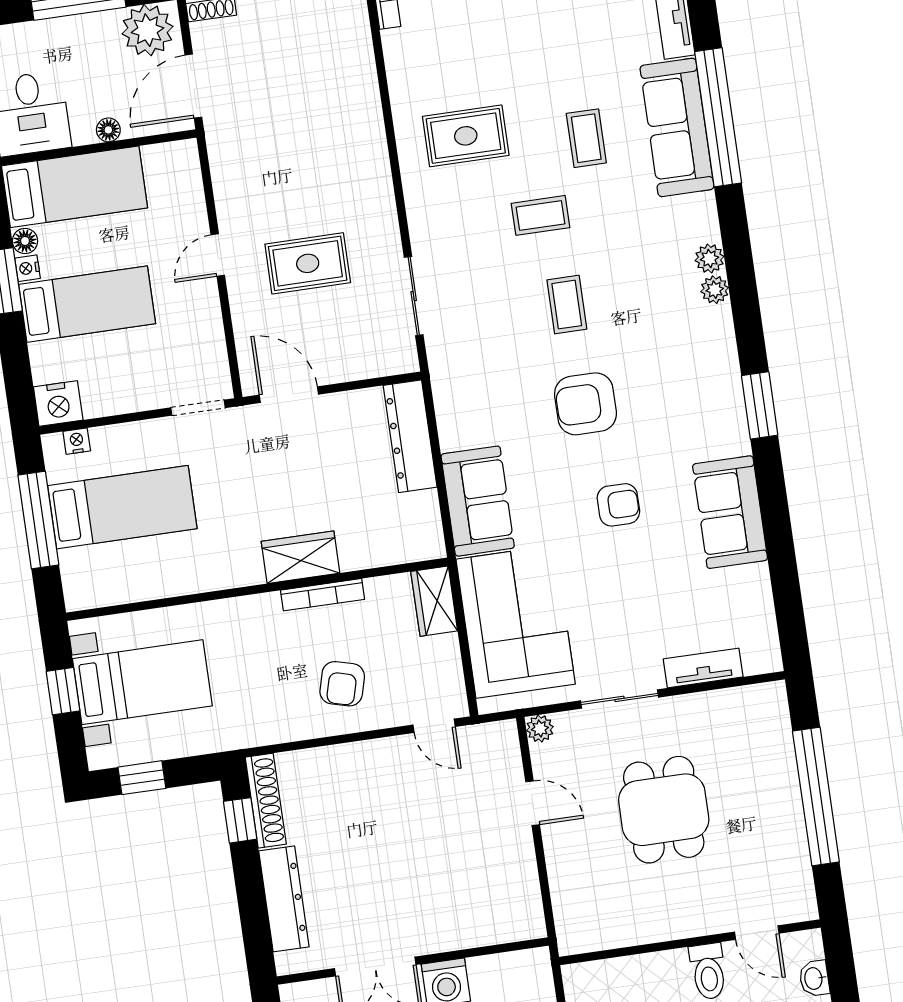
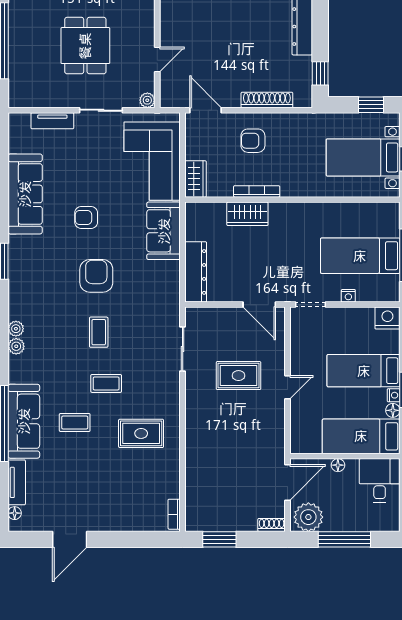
coffee table: (586, 138) -> (75, 422), turned 90
armchair: (585, 404) -> (96, 276), turned -90
nightstand: (77, 441) -> (348, 296), moved
sofa: (730, 512) -> (25, 194), width x1.36
wardrobe: (300, 557) -> (247, 214), moved
armchair: (342, 684) -> (253, 141), turned -105
door: (434, 726) -> (205, 110), width x1.38
shoe rack: (266, 801) -> (267, 100), moved, turned 90
door: (533, 803) -> (157, 60), swing flipped

